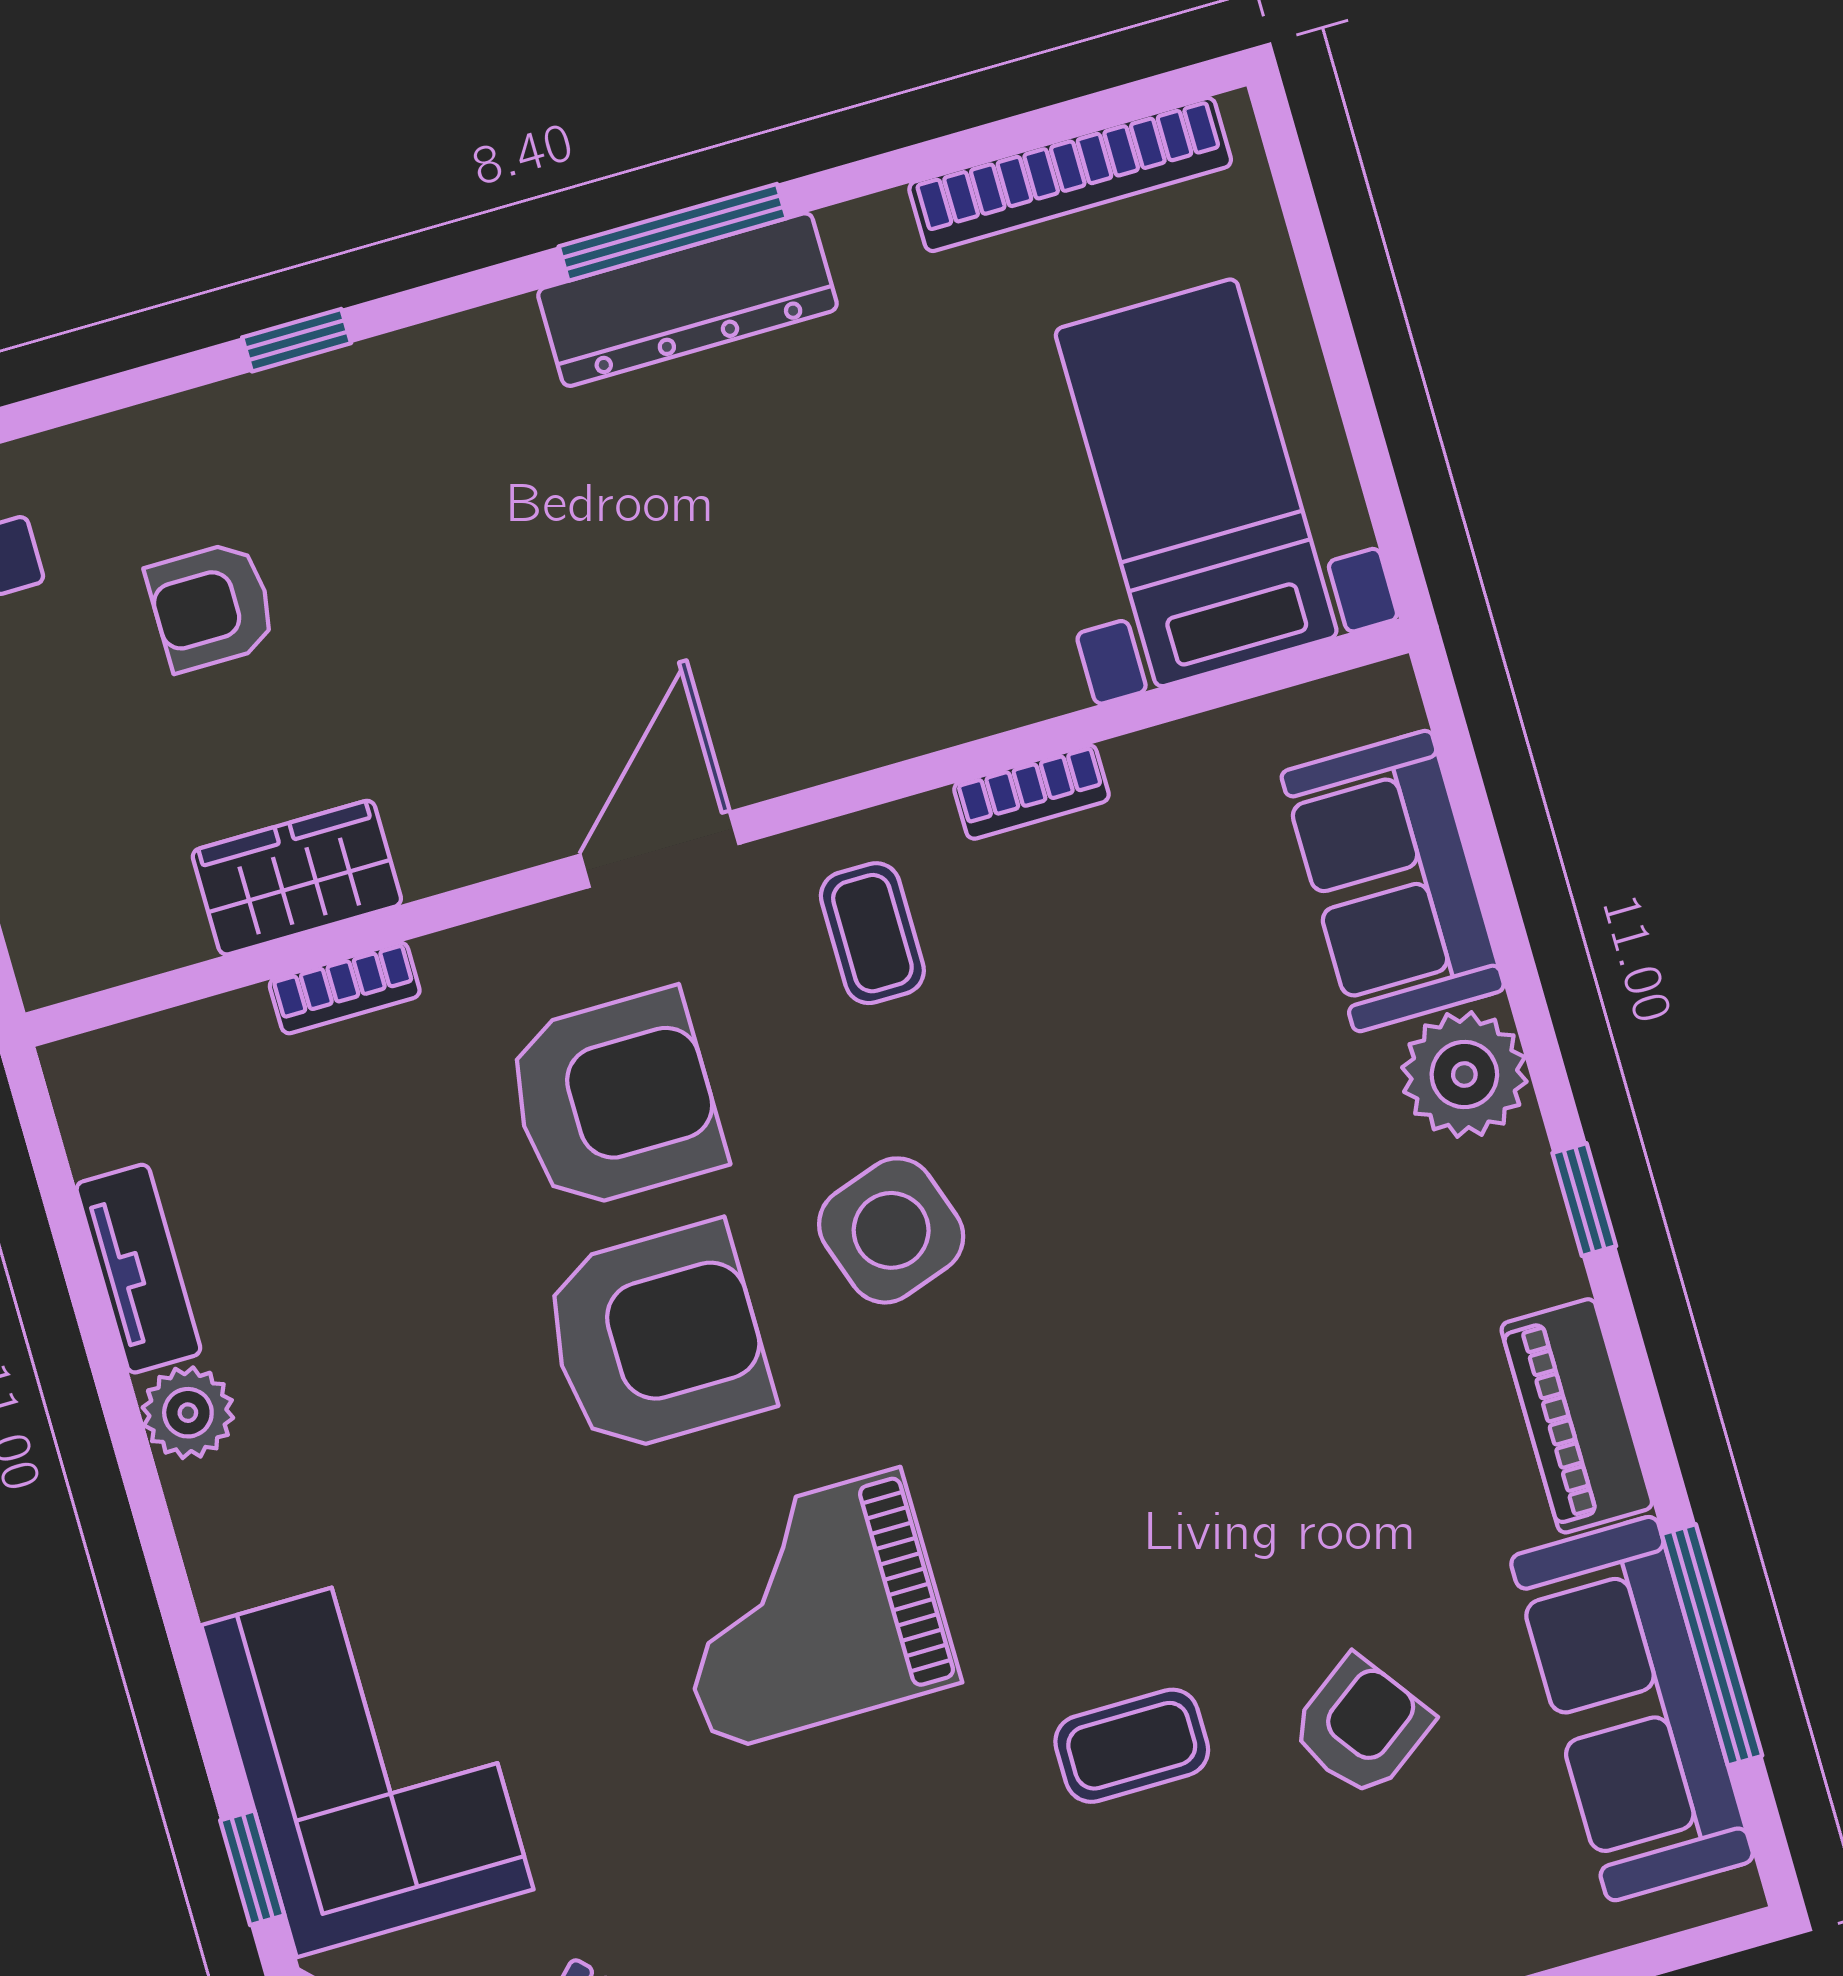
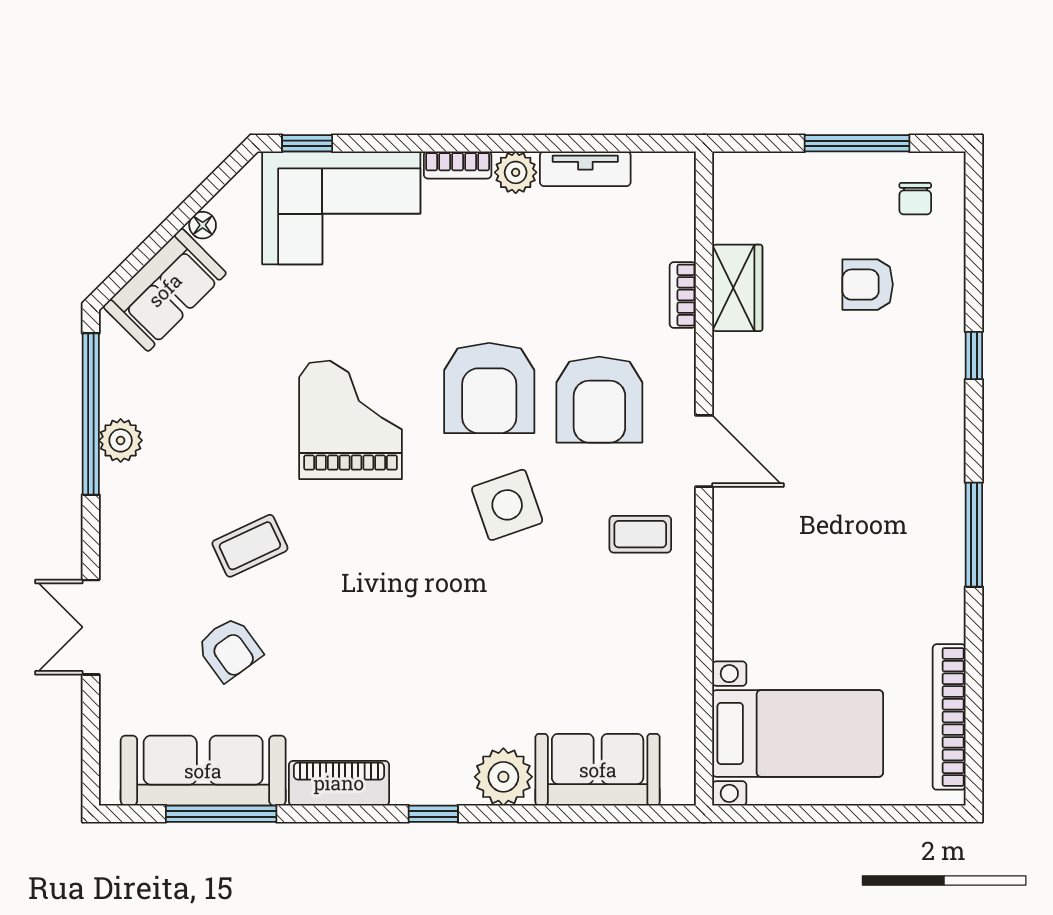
dresser: (687, 300) -> (942, 533), removed
armchair: (211, 606) -> (868, 285), turned -90
bookcase: (1032, 792) -> (458, 165), moved, turned -90
coffee table: (1132, 1746) -> (250, 546), turned 65

